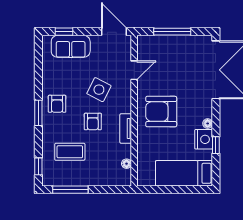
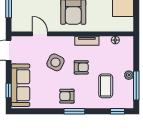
sofa: (71, 46) -> (21, 85), width x1.36
armchair: (57, 104) -> (67, 96), turned 180
plant: (83, 180) -> (129, 75), added

